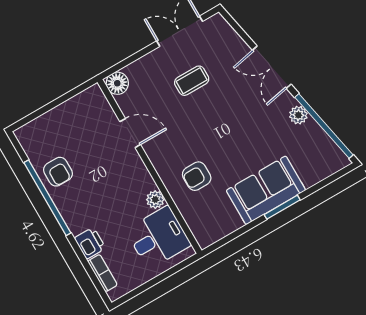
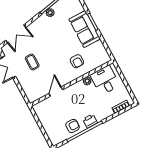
double door: (272, 67) -> (16, 34), moved
floor lamp: (117, 83) -> (32, 97), removed
printer: (90, 243) -> (90, 121), moved

